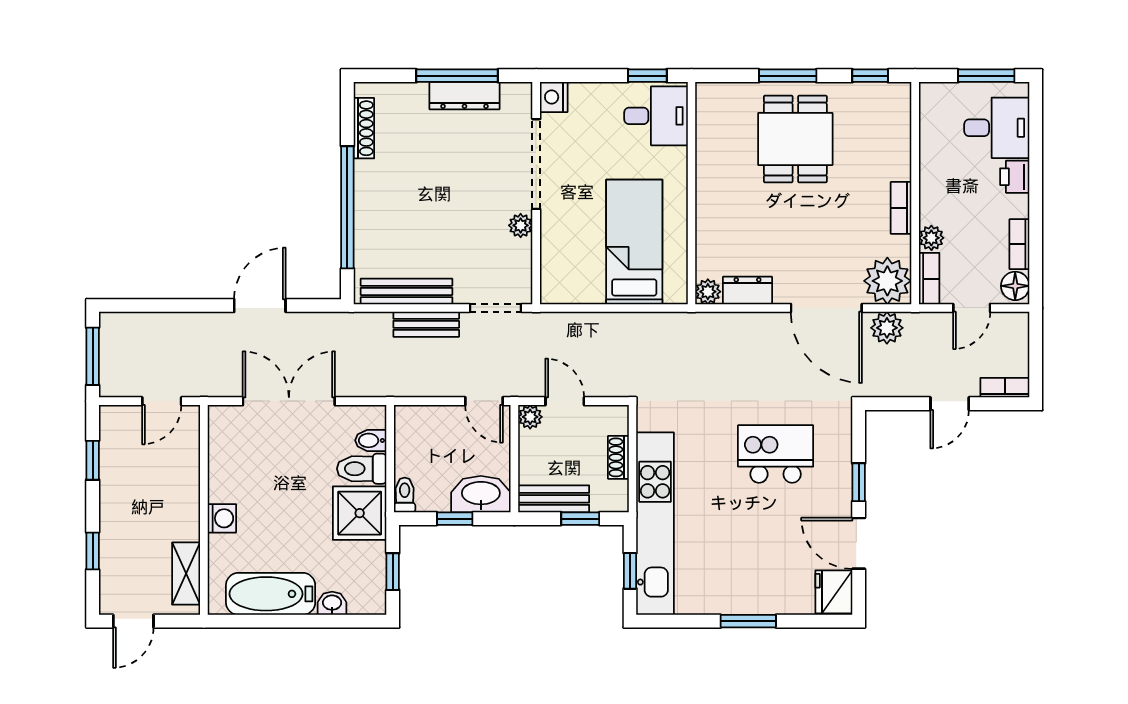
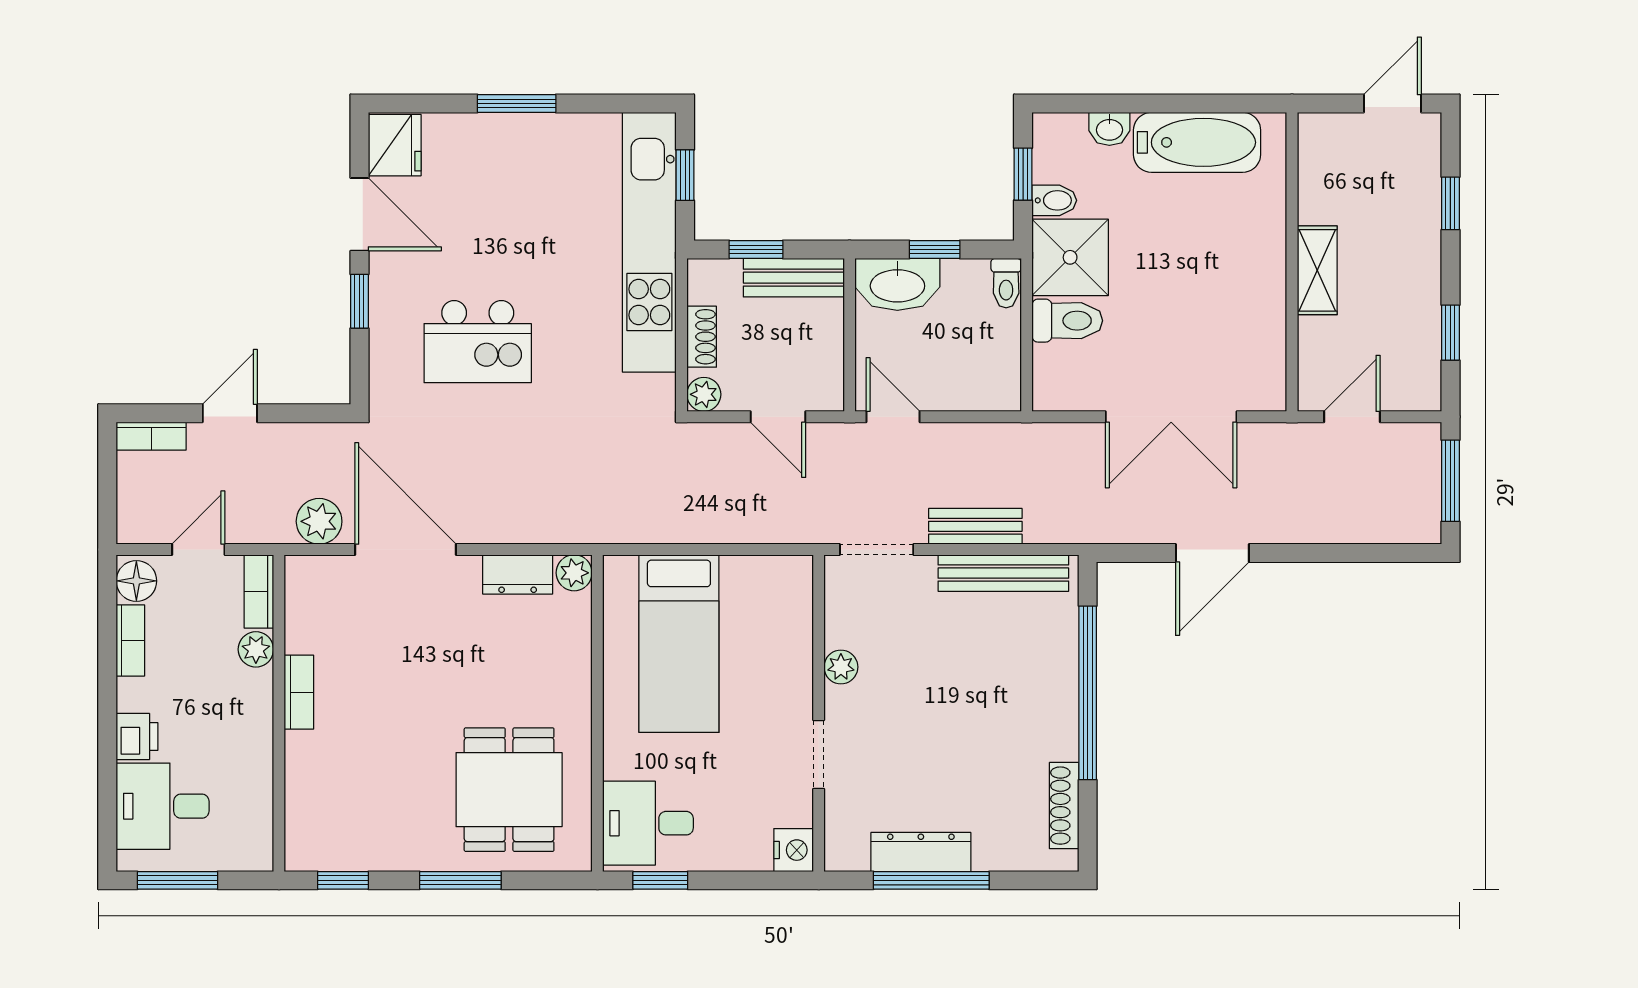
dining table: (795, 139) -> (509, 790), moved
doorway: (536, 164) -> (819, 754), width x0.53
plant: (887, 281) -> (318, 588), removed
plant: (530, 417) -> (704, 394), moved
bidet: (371, 440) -> (1054, 200), moved
washing machine: (222, 518) -> (1266, 250), removed
shelving: (186, 574) -> (1317, 270), moved

